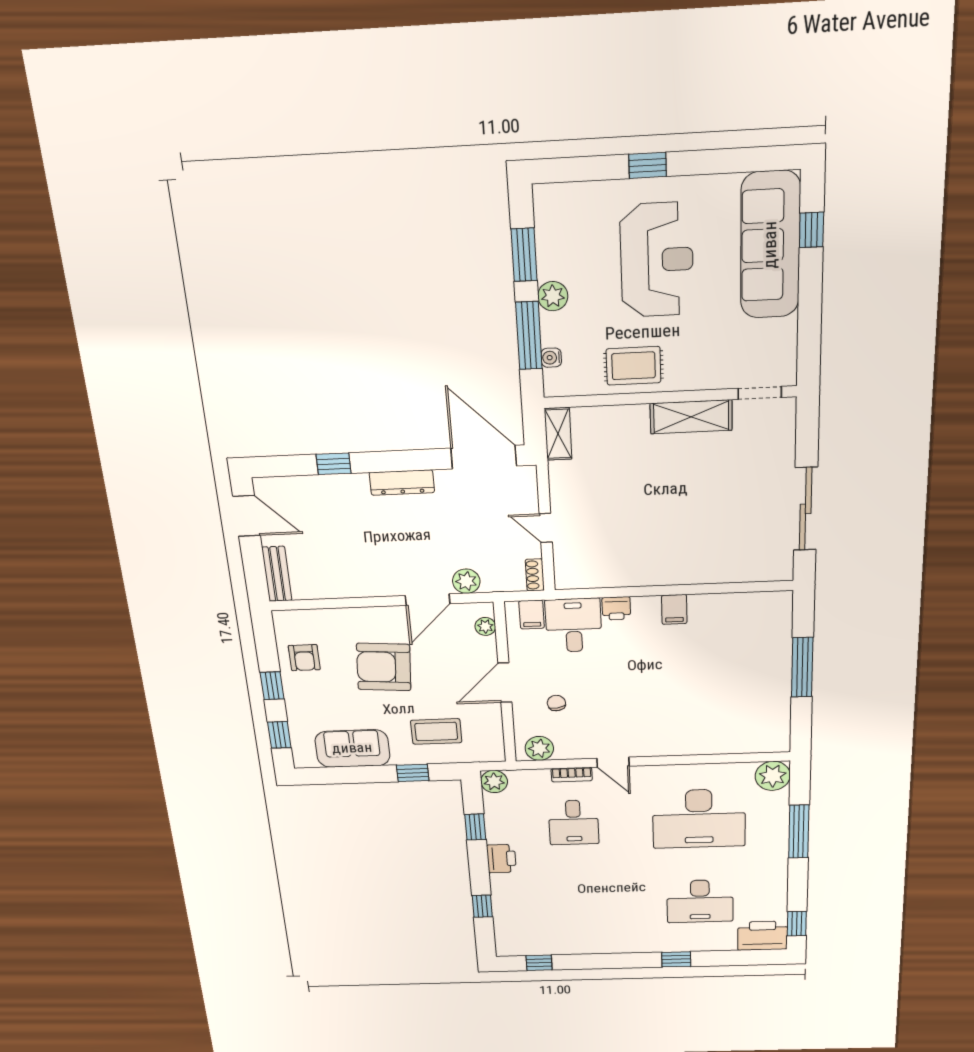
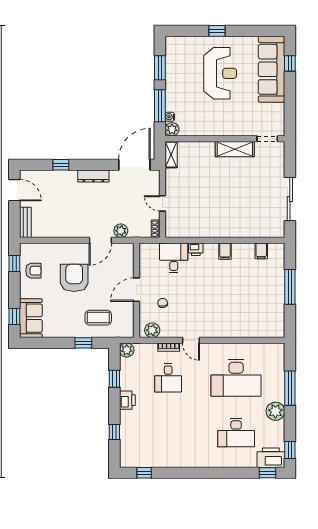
plant: (553, 296) -> (172, 129), moved
rug: (634, 366) -> (208, 123), removed
door: (484, 457) -> (134, 165), hinge flipped
filing cabinet: (532, 615) -> (261, 251), moved
plant: (485, 626) -> (129, 257), removed
armchair: (304, 658) -> (33, 271), turned -90
armchair: (384, 667) -> (74, 278), turned 86
window: (272, 686) -> (14, 263), moved
sofa: (352, 748) -> (31, 318), moved, turned 90
plant: (773, 776) -> (275, 411), moved
window: (676, 959) -> (267, 473), moved

